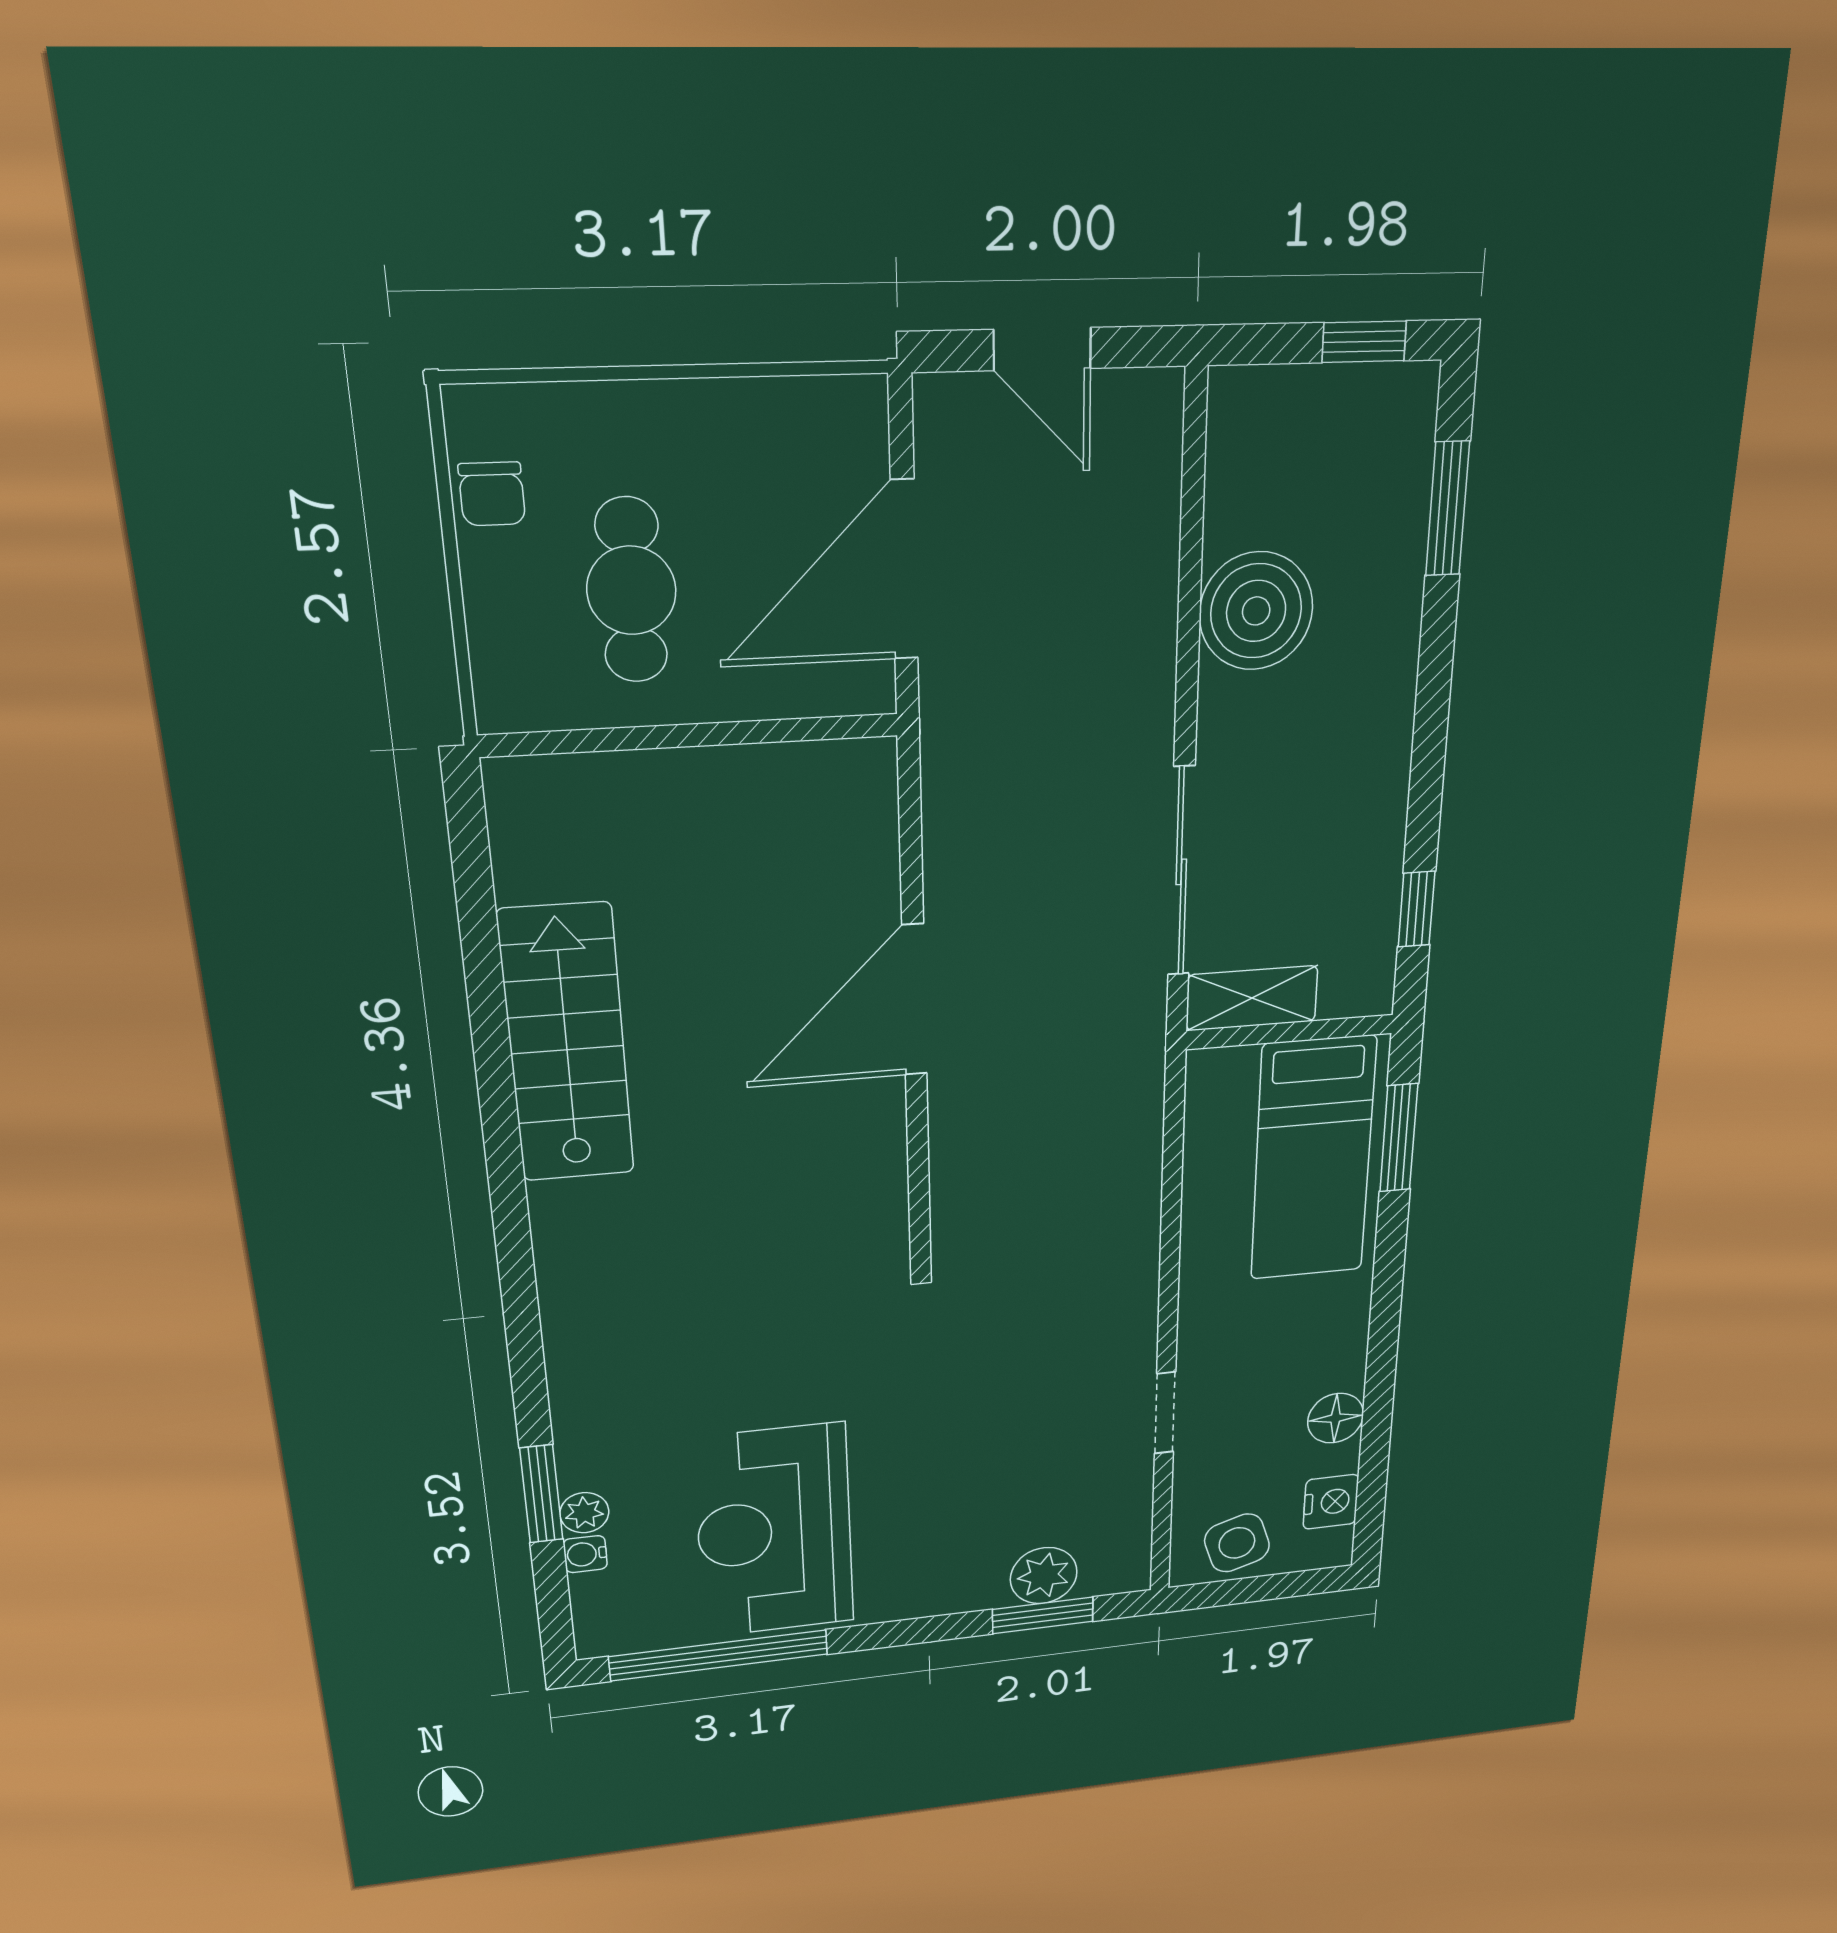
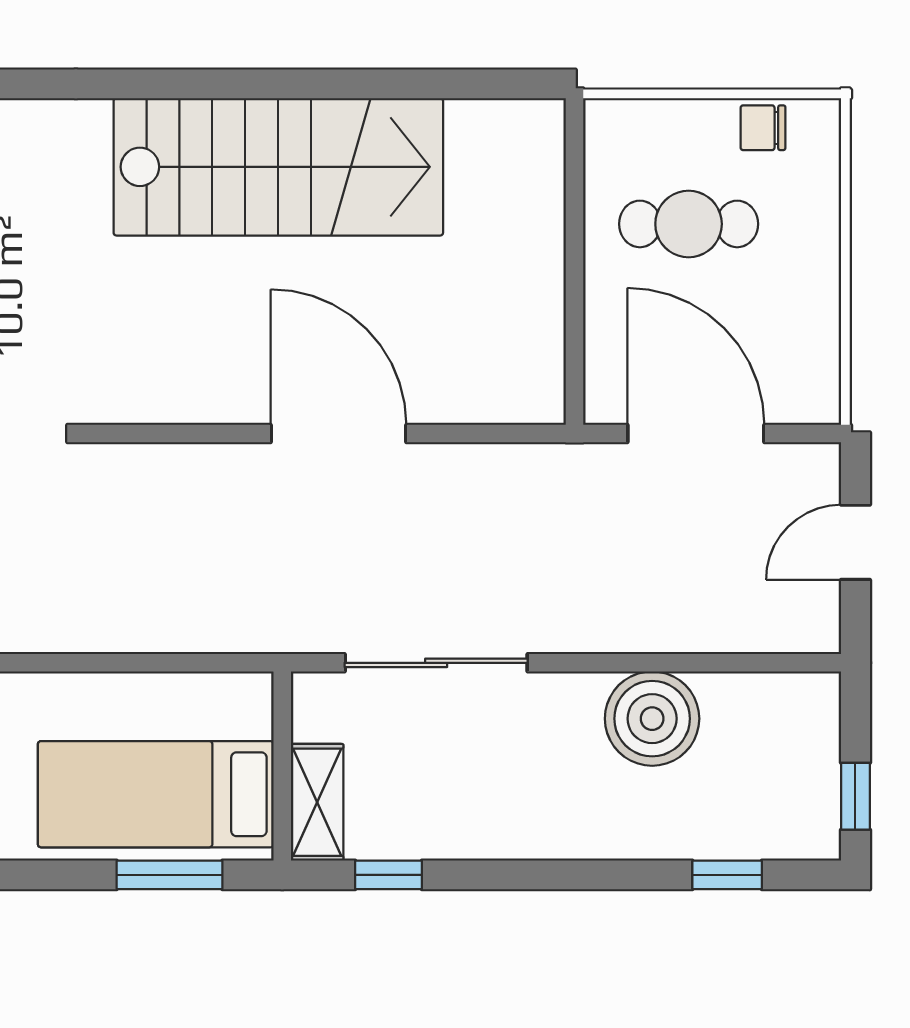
window: (1447, 509) -> (727, 875), width x0.67
shelving: (1252, 998) -> (317, 802), moved
stairs: (567, 1044) -> (278, 167), width x1.36, depth x1.51

